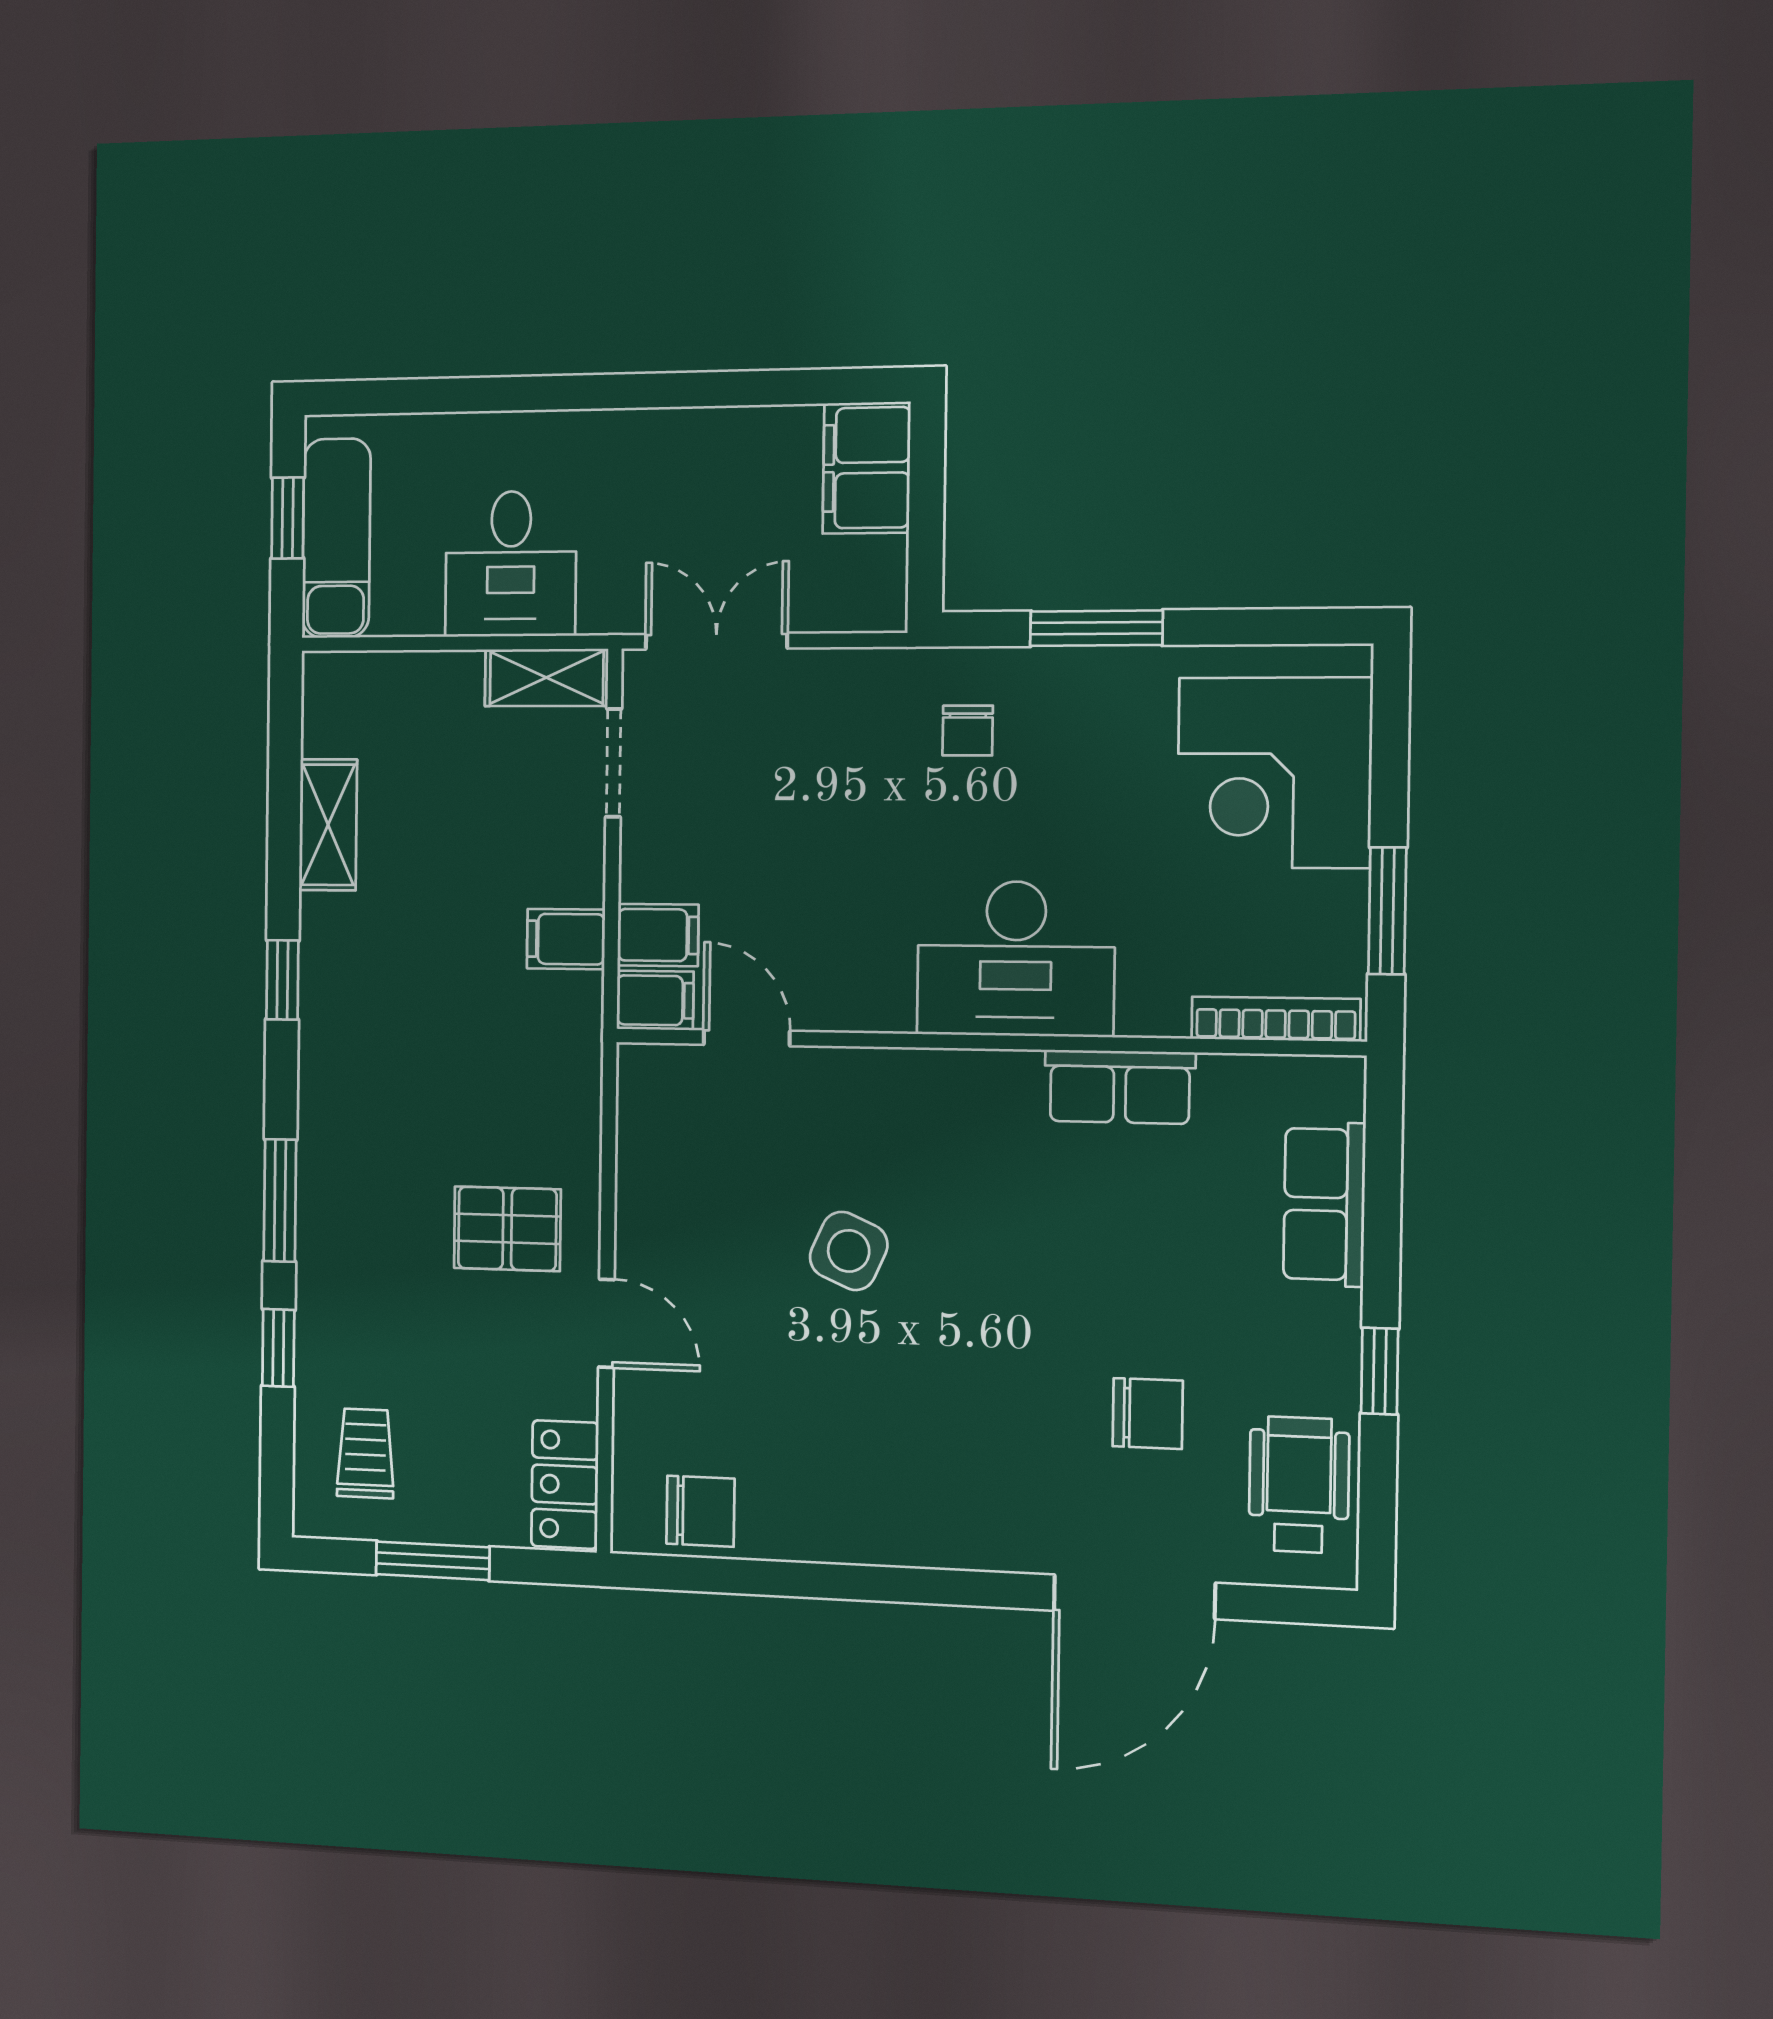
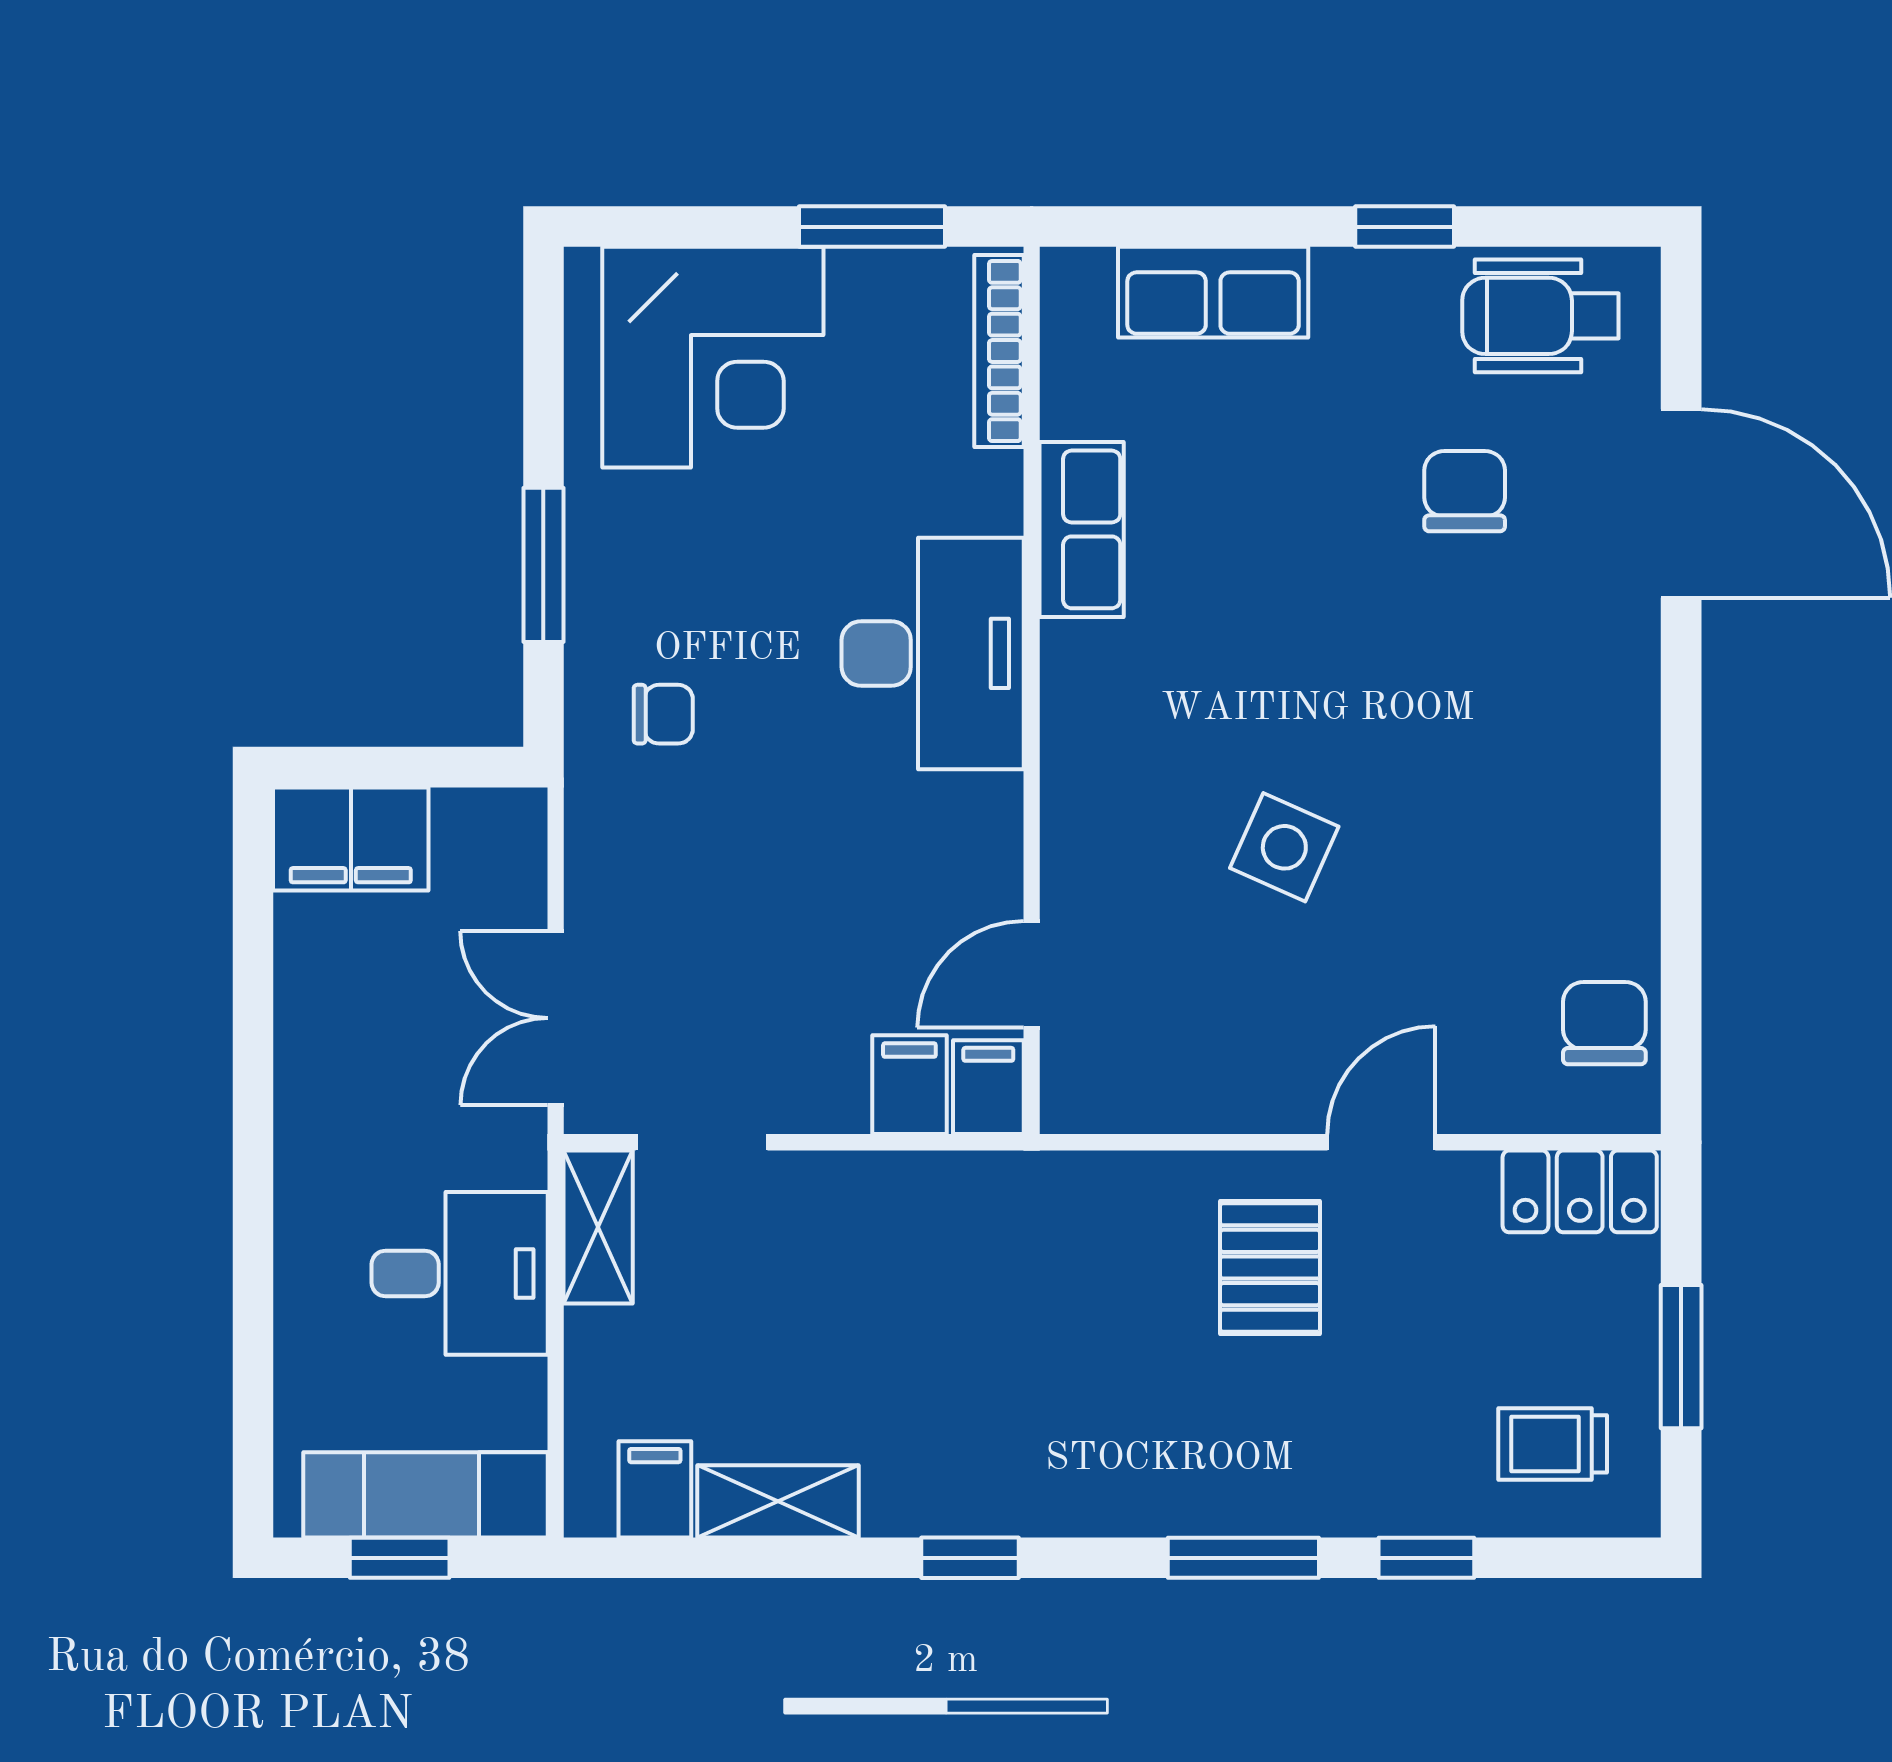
filing cabinet: (566, 939) -> (655, 1489), moved, turned 180

